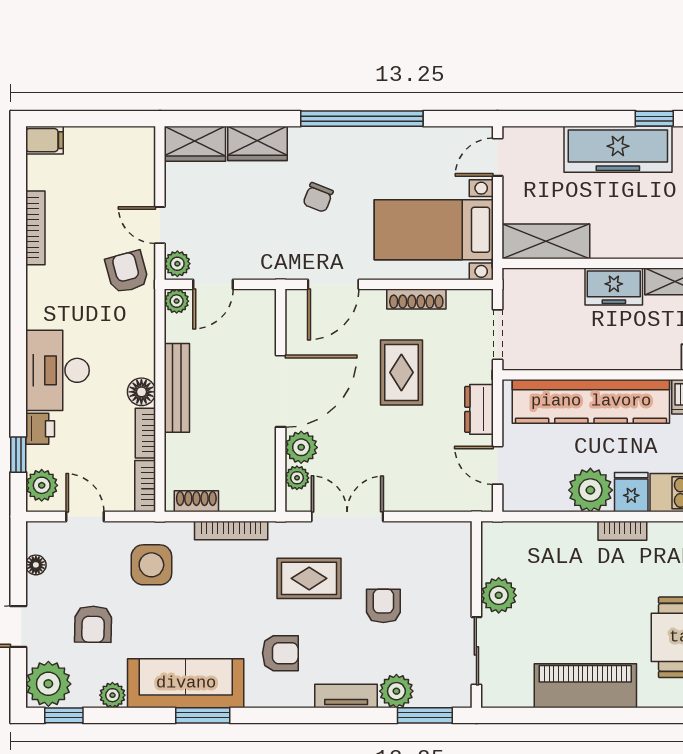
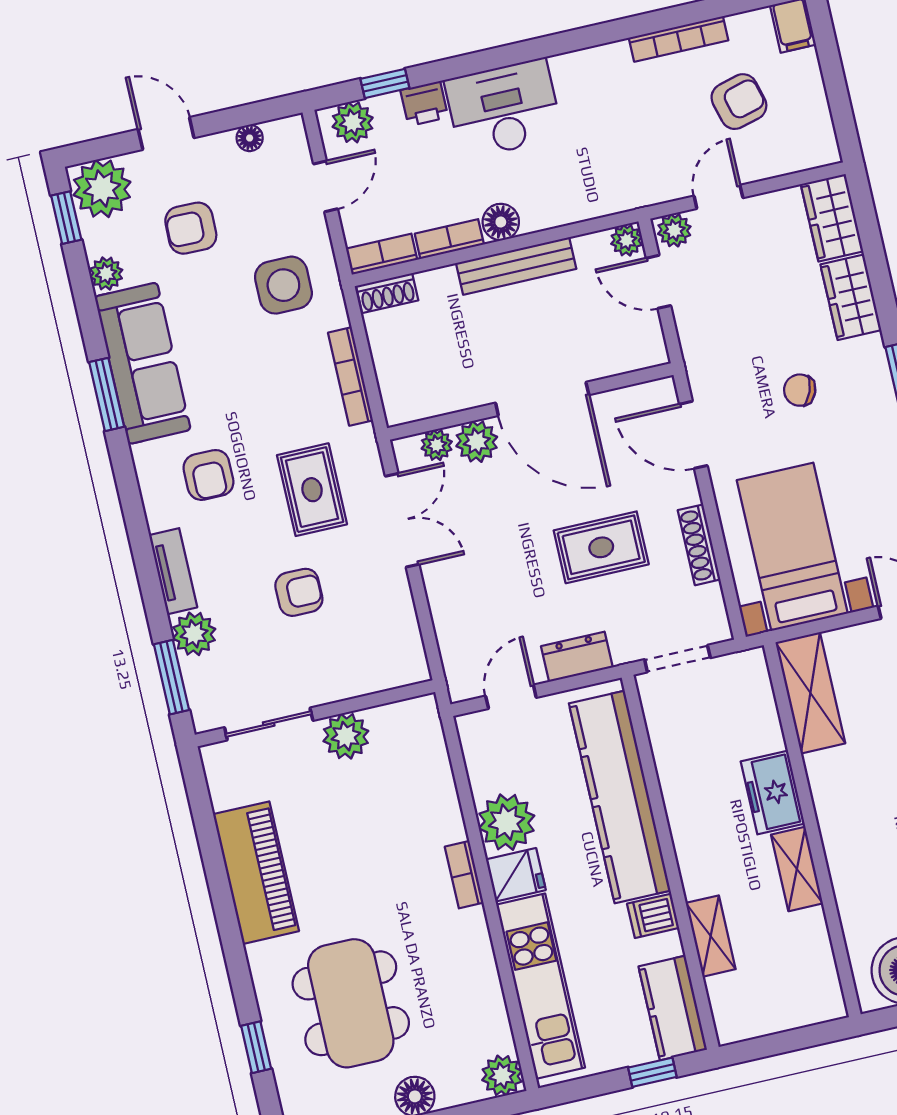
armchair: (127, 272) -> (739, 102), moved
shoe rack: (196, 501) -> (387, 293), moved, turned 90

